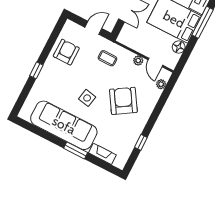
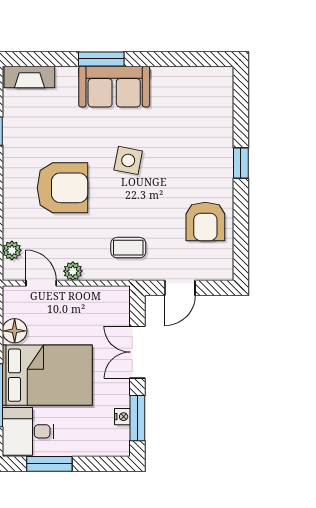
armchair: (123, 101) -> (63, 188), turned -58
sofa: (64, 125) -> (114, 87), width x0.54, depth x0.79
fireplace: (102, 154) -> (29, 77), moved

